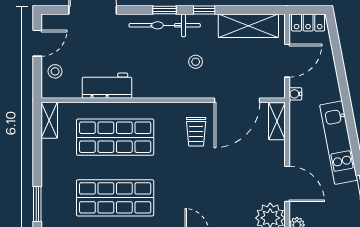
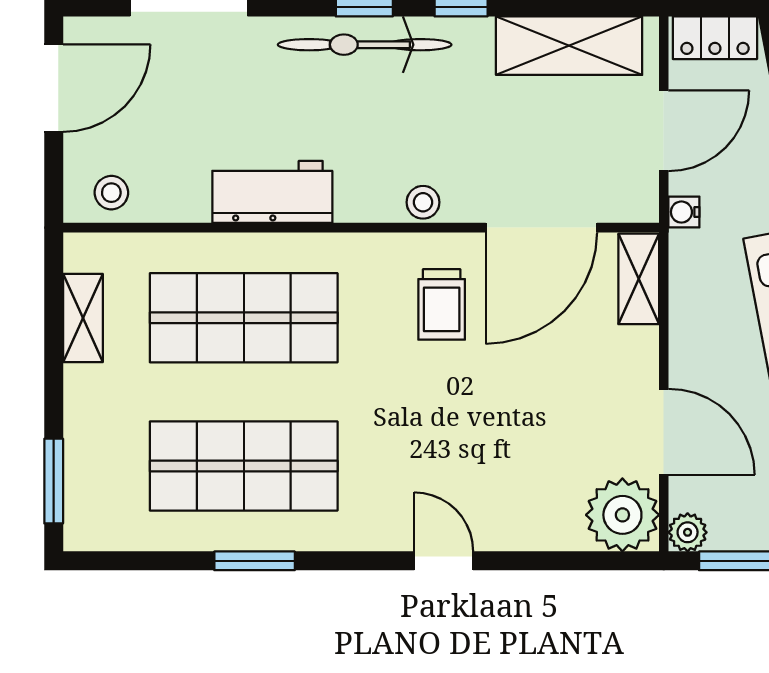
door: (37, 43) -> (54, 88), width x1.38
stool: (196, 62) -> (423, 202), moved
stool: (55, 71) -> (111, 193), moved
workbench: (107, 86) -> (272, 192), moved
shelving: (49, 120) -> (83, 318), moved

